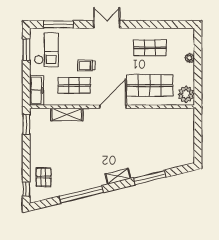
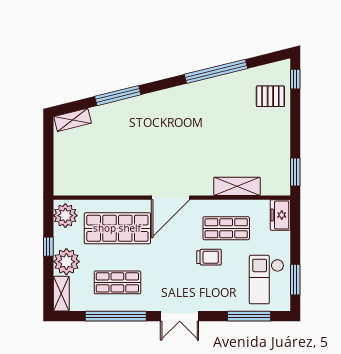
window: (151, 24) -> (116, 316), added
shelving: (189, 40) -> (61, 294), added
plant: (190, 58) -> (66, 262), width x1.87, depth x1.87
window: (198, 73) -> (48, 247), added
freezer: (37, 90) -> (280, 215), width x0.71
shelving: (118, 176) -> (73, 120), moved
pallet: (44, 177) -> (270, 96), turned 90

